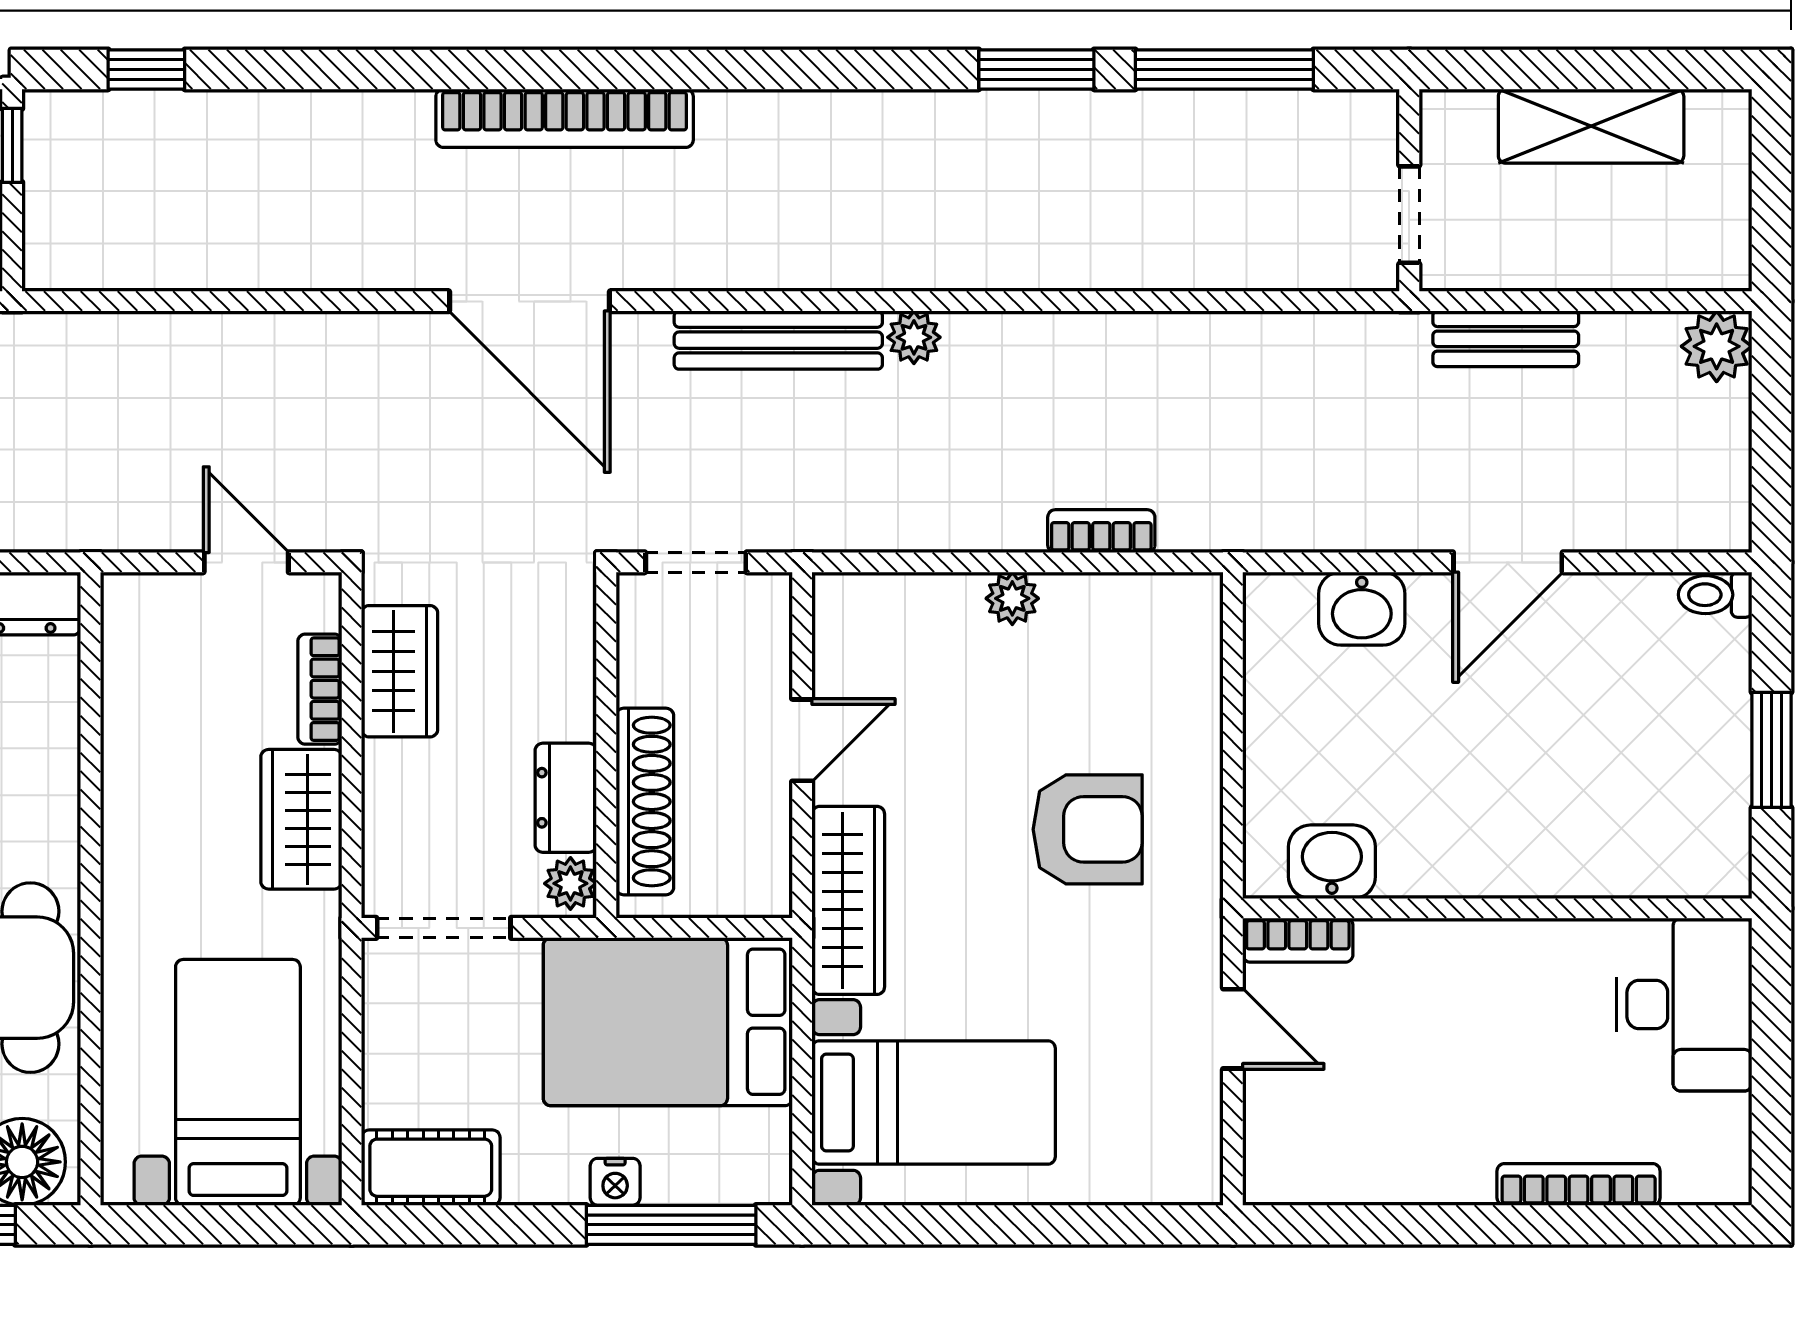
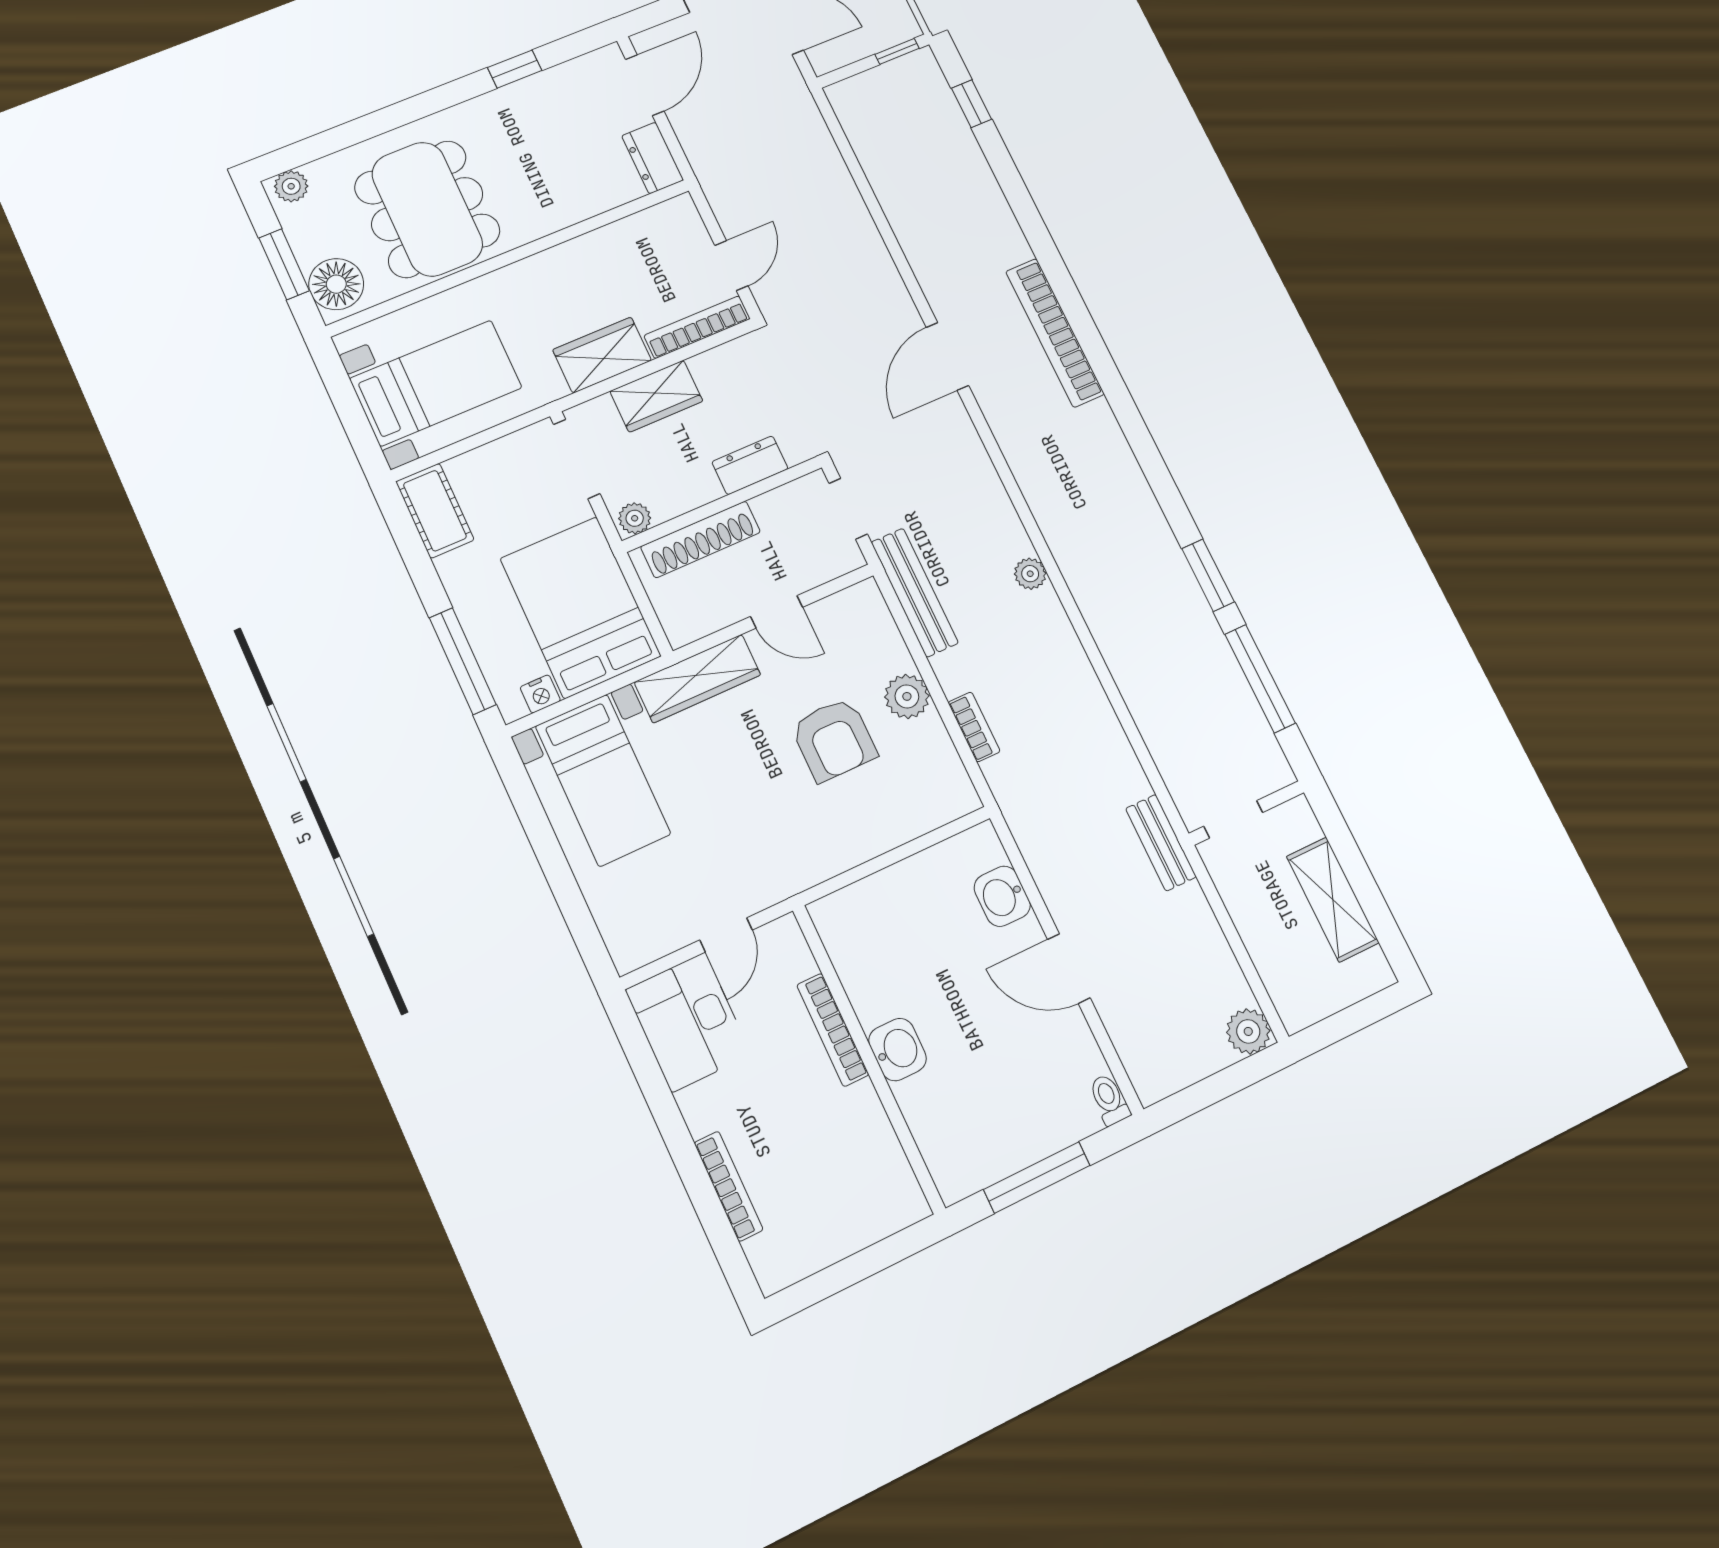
door: (529, 301) -> (947, 356), width x0.73
bench: (1506, 339) -> (1161, 843), moved
bench: (778, 340) -> (915, 593), moved
plant: (1012, 598) -> (907, 696), width x1.38, depth x1.38
wardrobe: (400, 671) -> (656, 396), moved
bookcase: (320, 689) -> (697, 327), width x1.56
window: (1772, 750) -> (1037, 1177), width x1.44
dresser: (566, 798) -> (750, 465), moved
armchair: (1088, 829) -> (834, 740), moved
washbasin: (1332, 862) -> (897, 1050), moved
bookcase: (1298, 940) -> (833, 1030), moved, width x1.56
desk: (1684, 1005) -> (688, 1022), moved, turned 90
nightstand: (615, 1182) -> (540, 694), moved, turned -90

